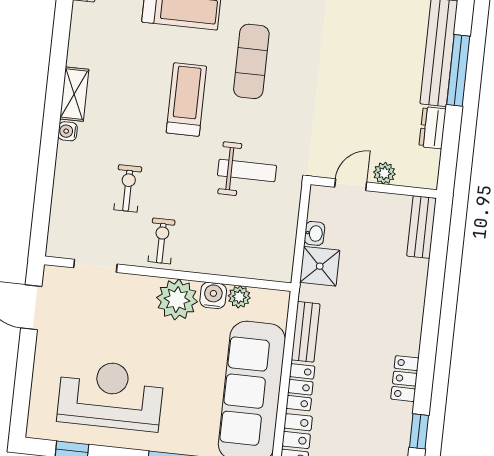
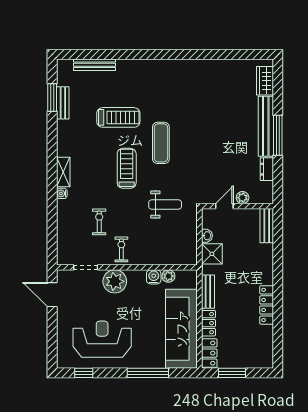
plant: (177, 300) -> (115, 281), moved
locker: (405, 379) -> (267, 305), width x1.53
window: (419, 431) -> (278, 341), removed

